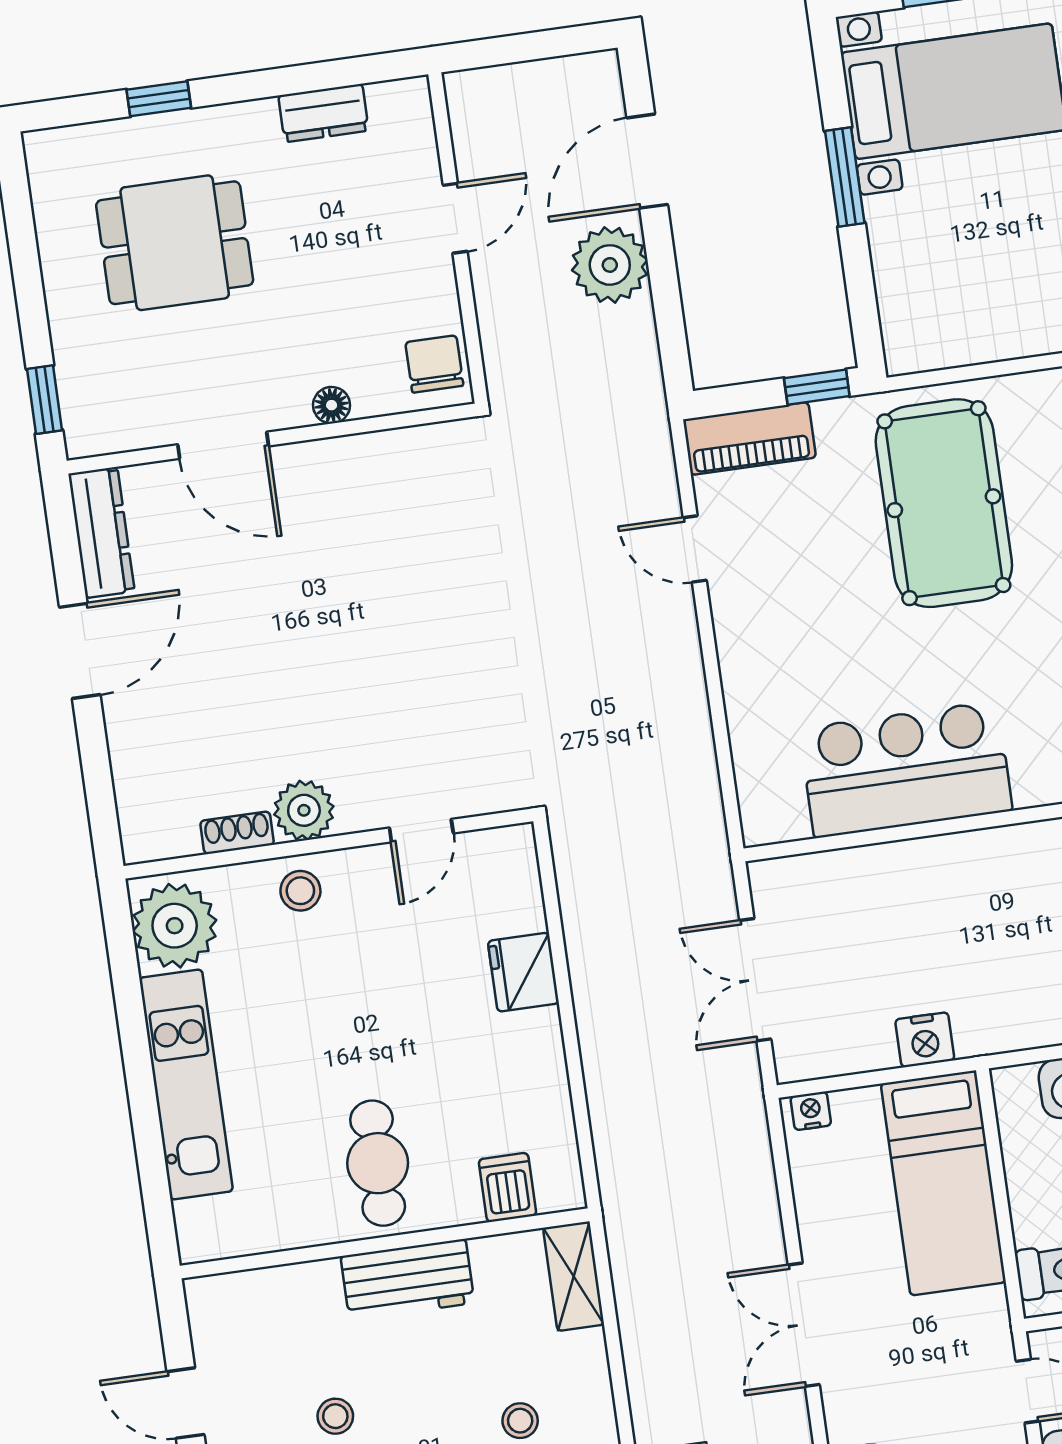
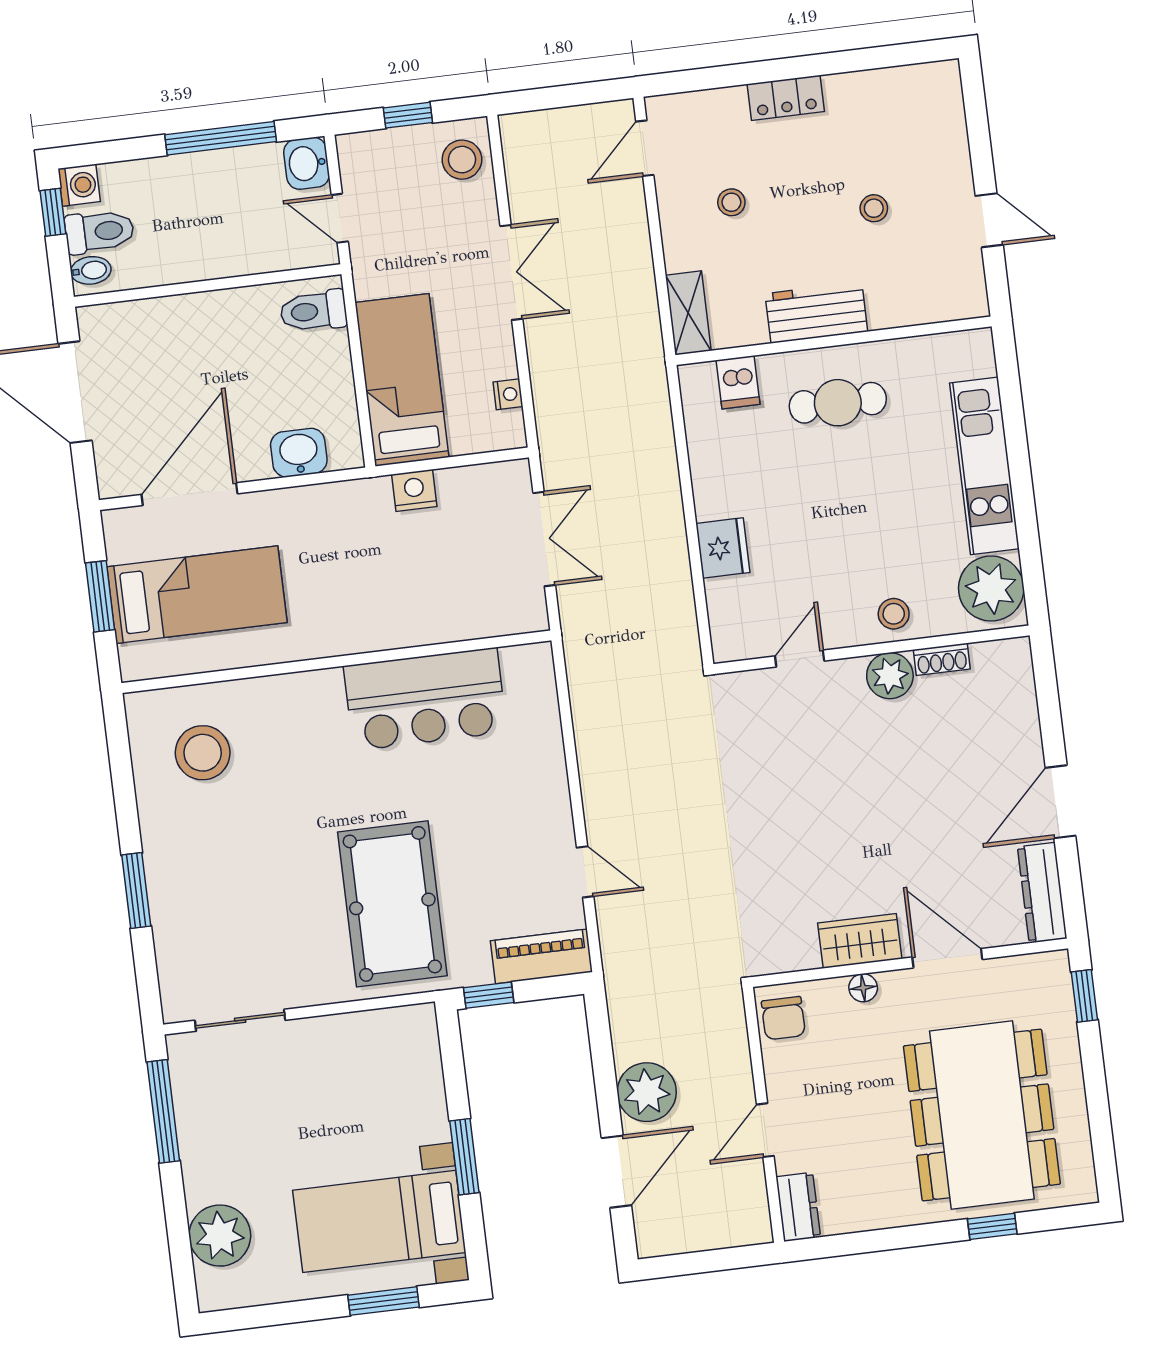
dresser: (323, 113) -> (798, 1207), moved, turned 90
dining table: (175, 243) -> (982, 1115), width x1.88, depth x1.24
wardrobe: (337, 466) -> (860, 941), added
nightstand: (811, 1111) -> (508, 394), moved, turned -90
cafe table: (378, 1163) -> (838, 403), turned 90

